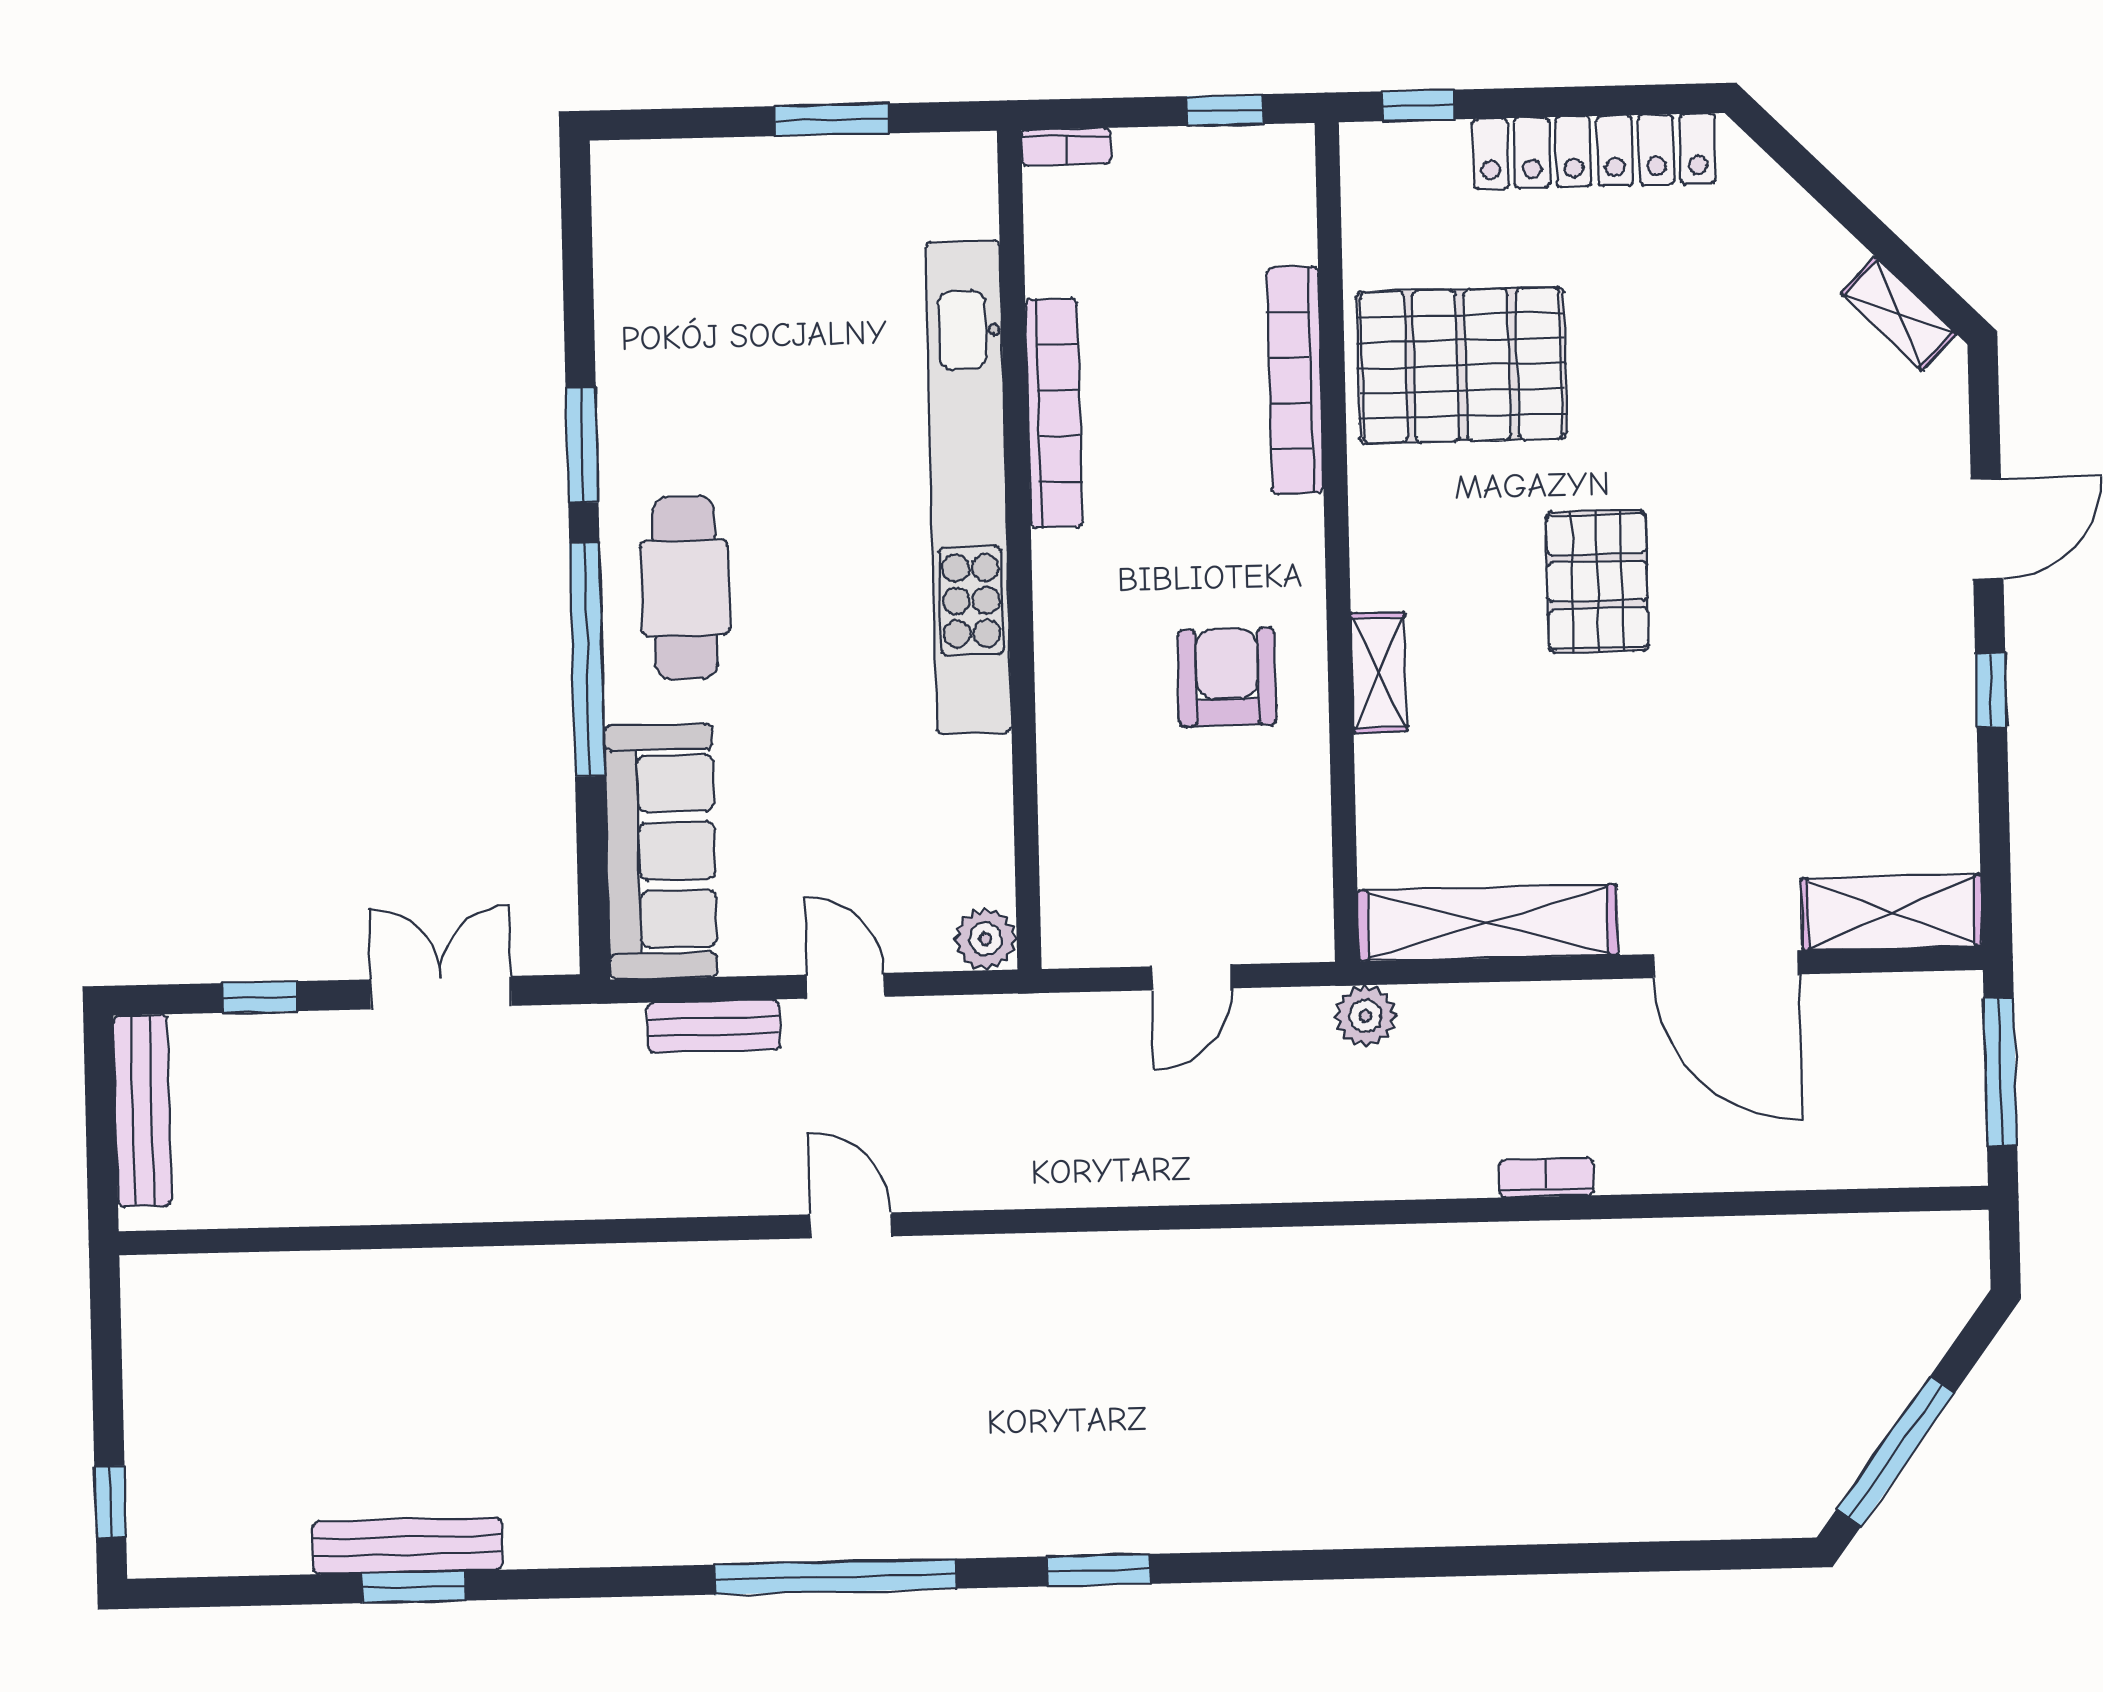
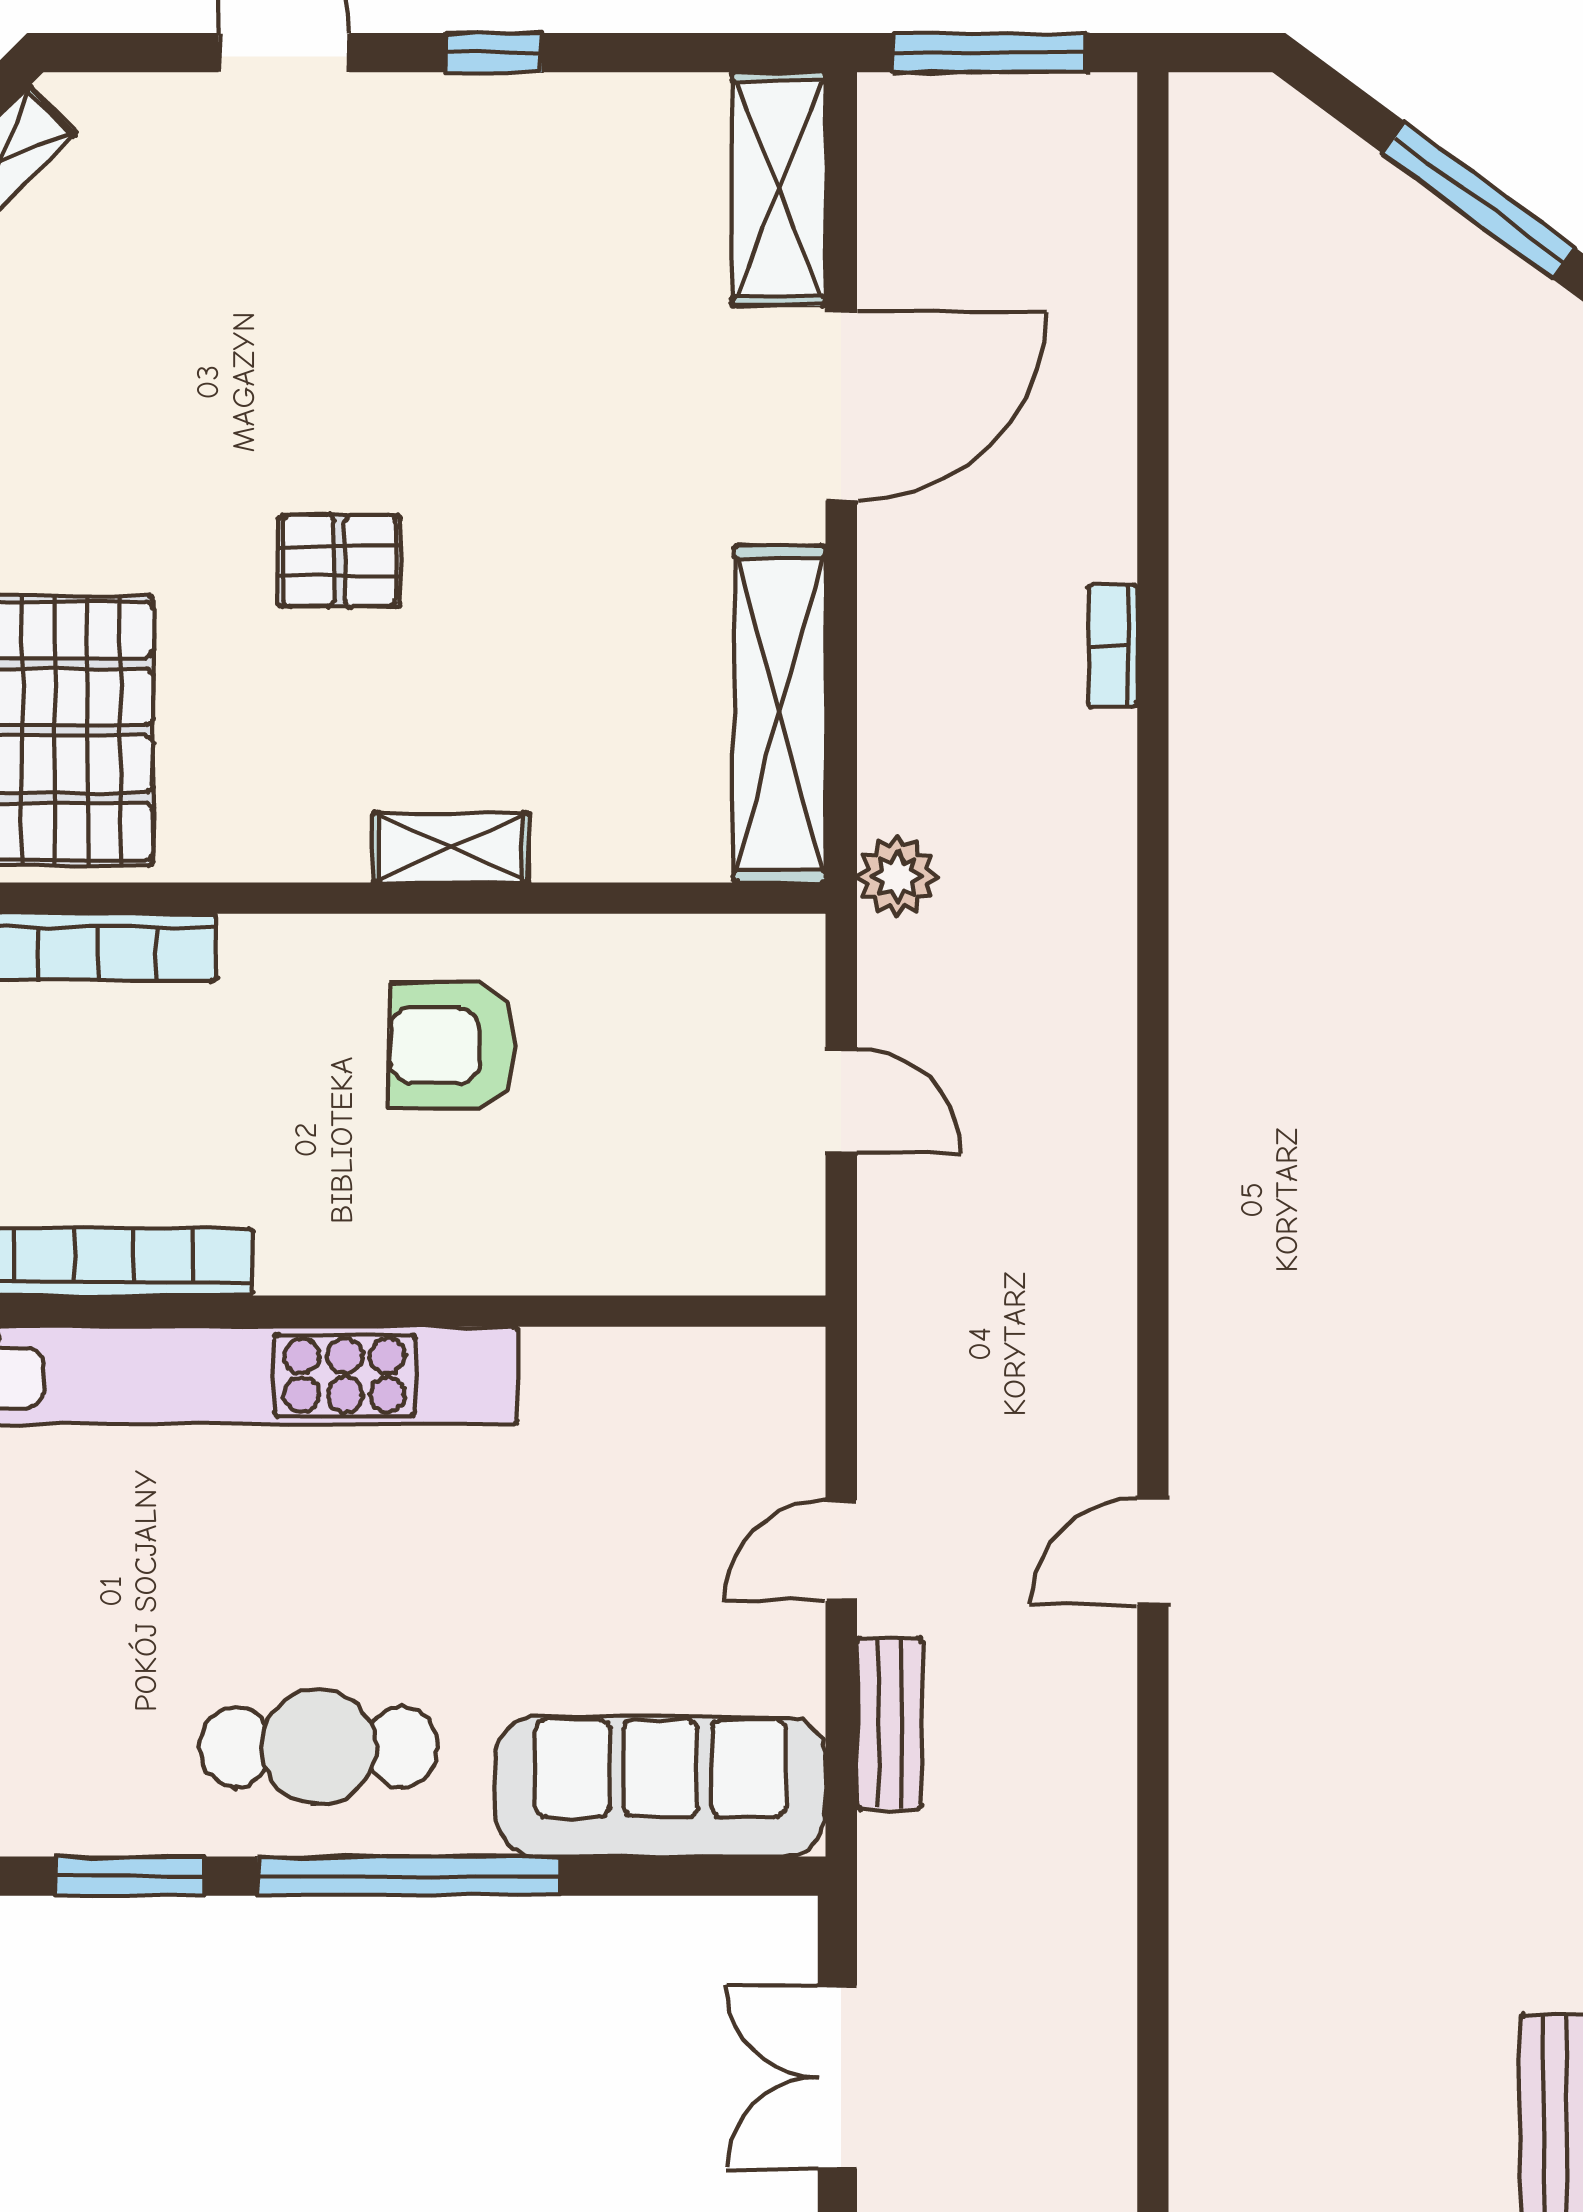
pallet: (1597, 581) -> (339, 561), width x0.67, depth x0.71
plant: (985, 939) -> (785, 1367), removed

